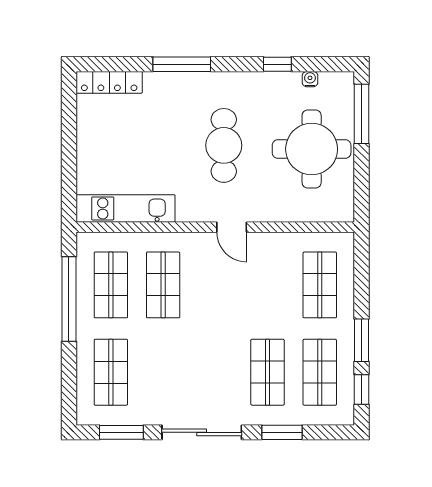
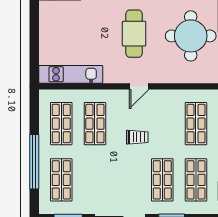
door: (232, 227) -> (139, 86), hinge flipped
window: (69, 299) -> (34, 162), moved
trolley: (229, 306) -> (137, 137), added

